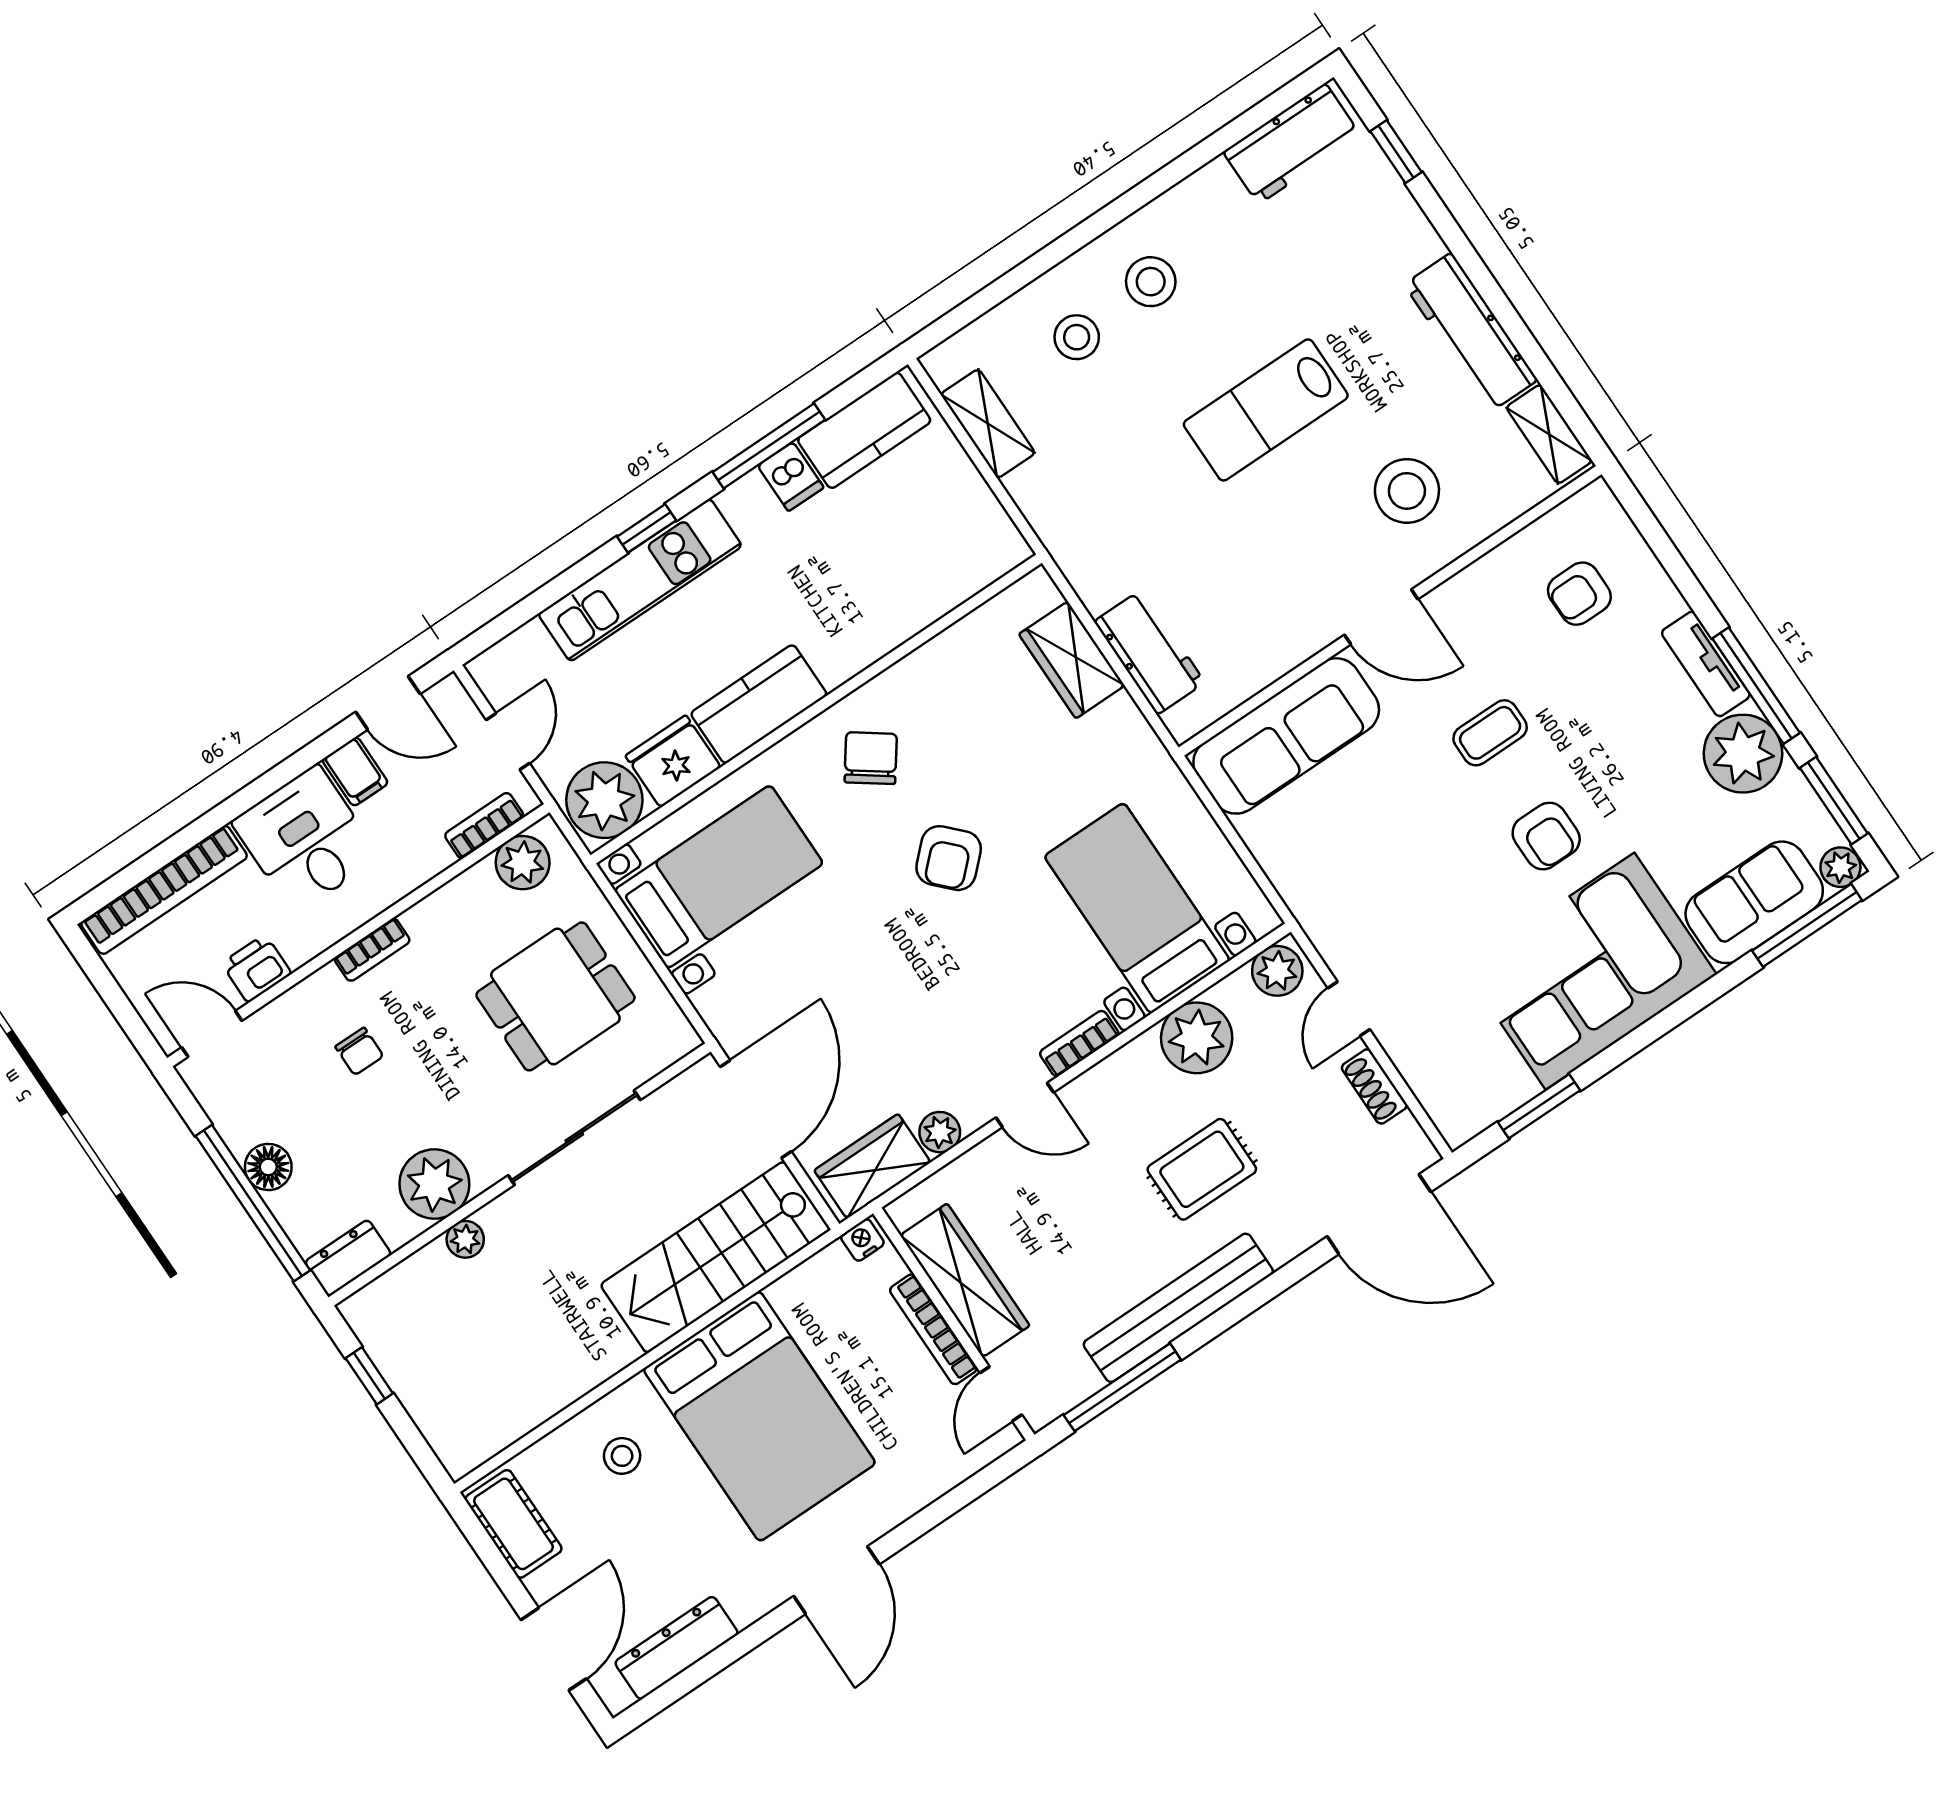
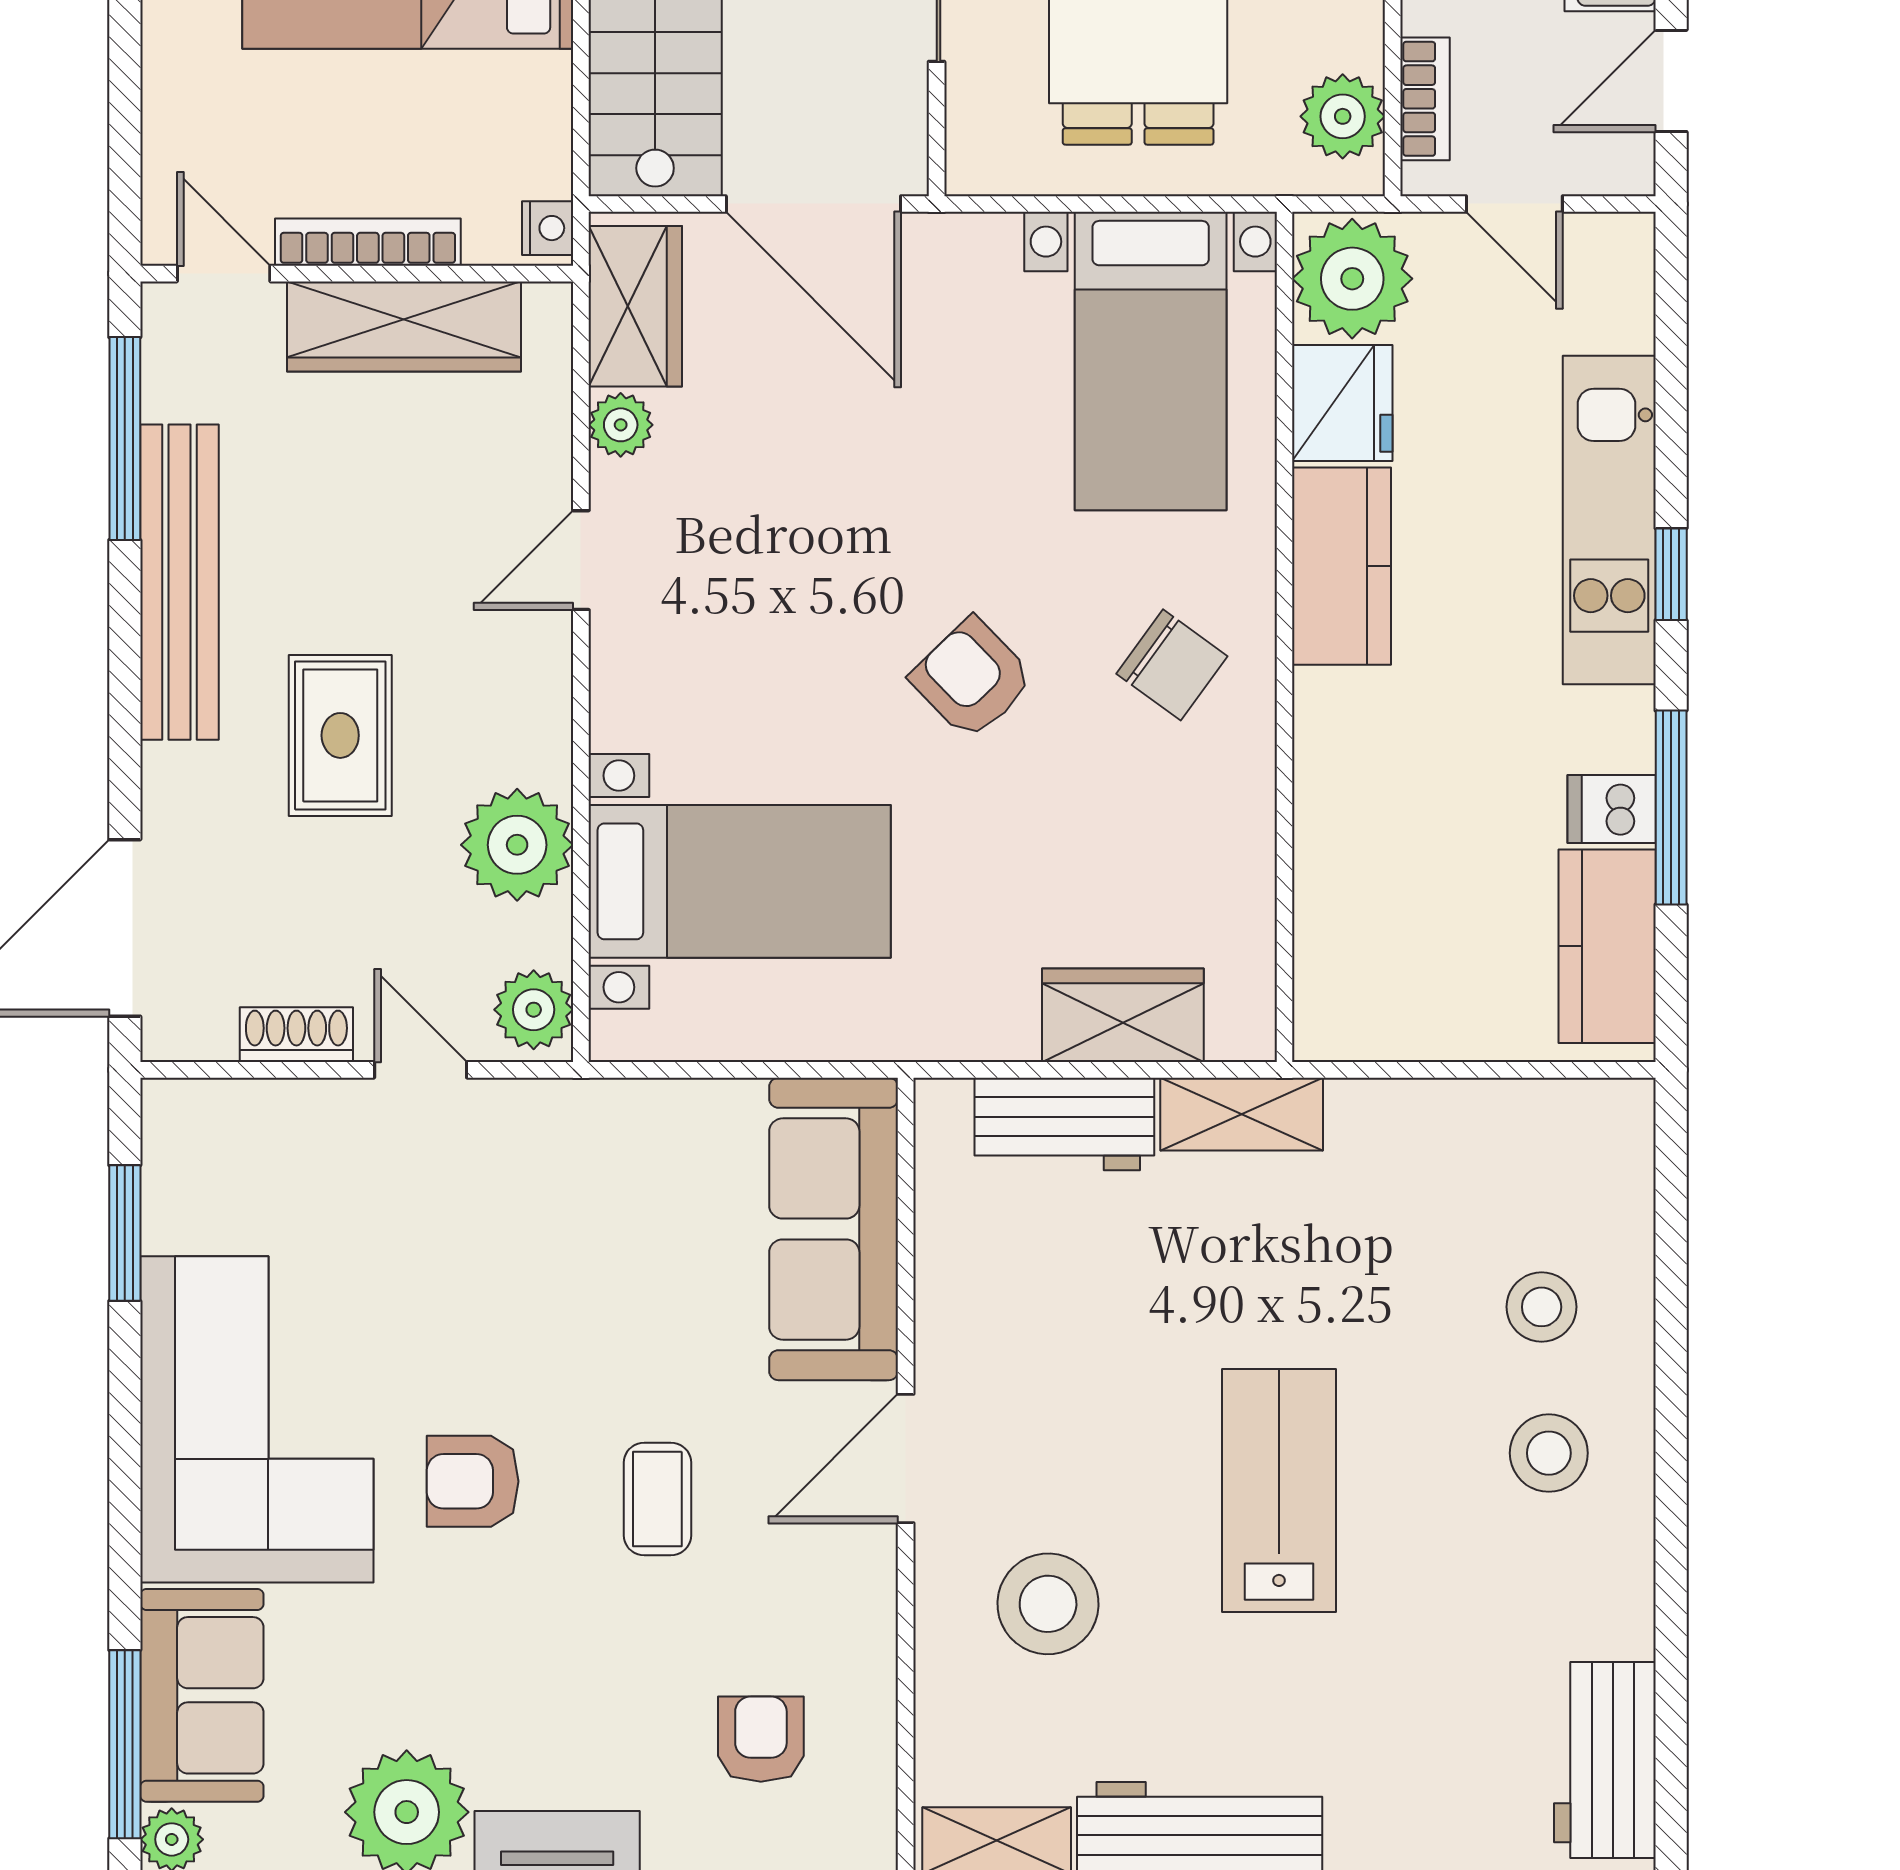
shelving: (988, 424) -> (1242, 1114), moved
bookcase: (1079, 1044) -> (613, 686), removed

